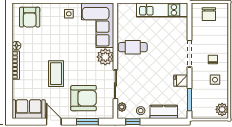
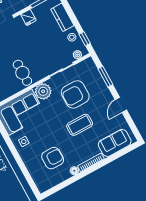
armchair: (30, 17) -> (53, 158), moved
armchair: (84, 98) -> (75, 94), moved, turned -90
sofa: (29, 109) -> (115, 143), moved, turned 90

